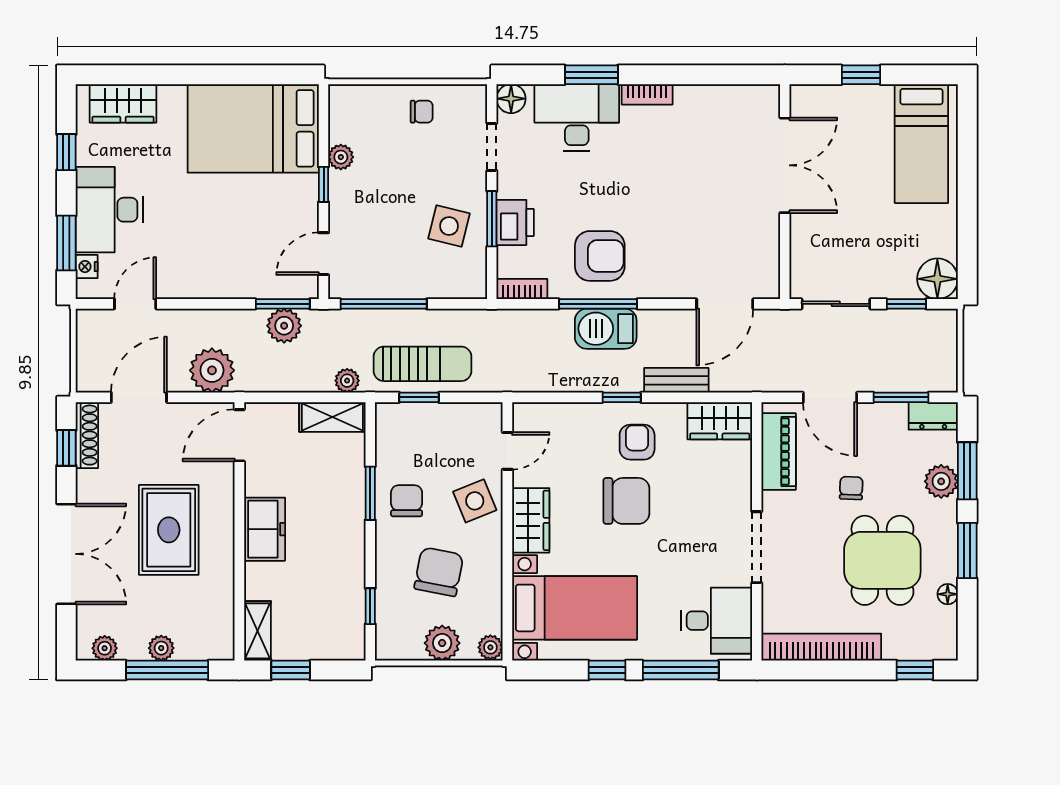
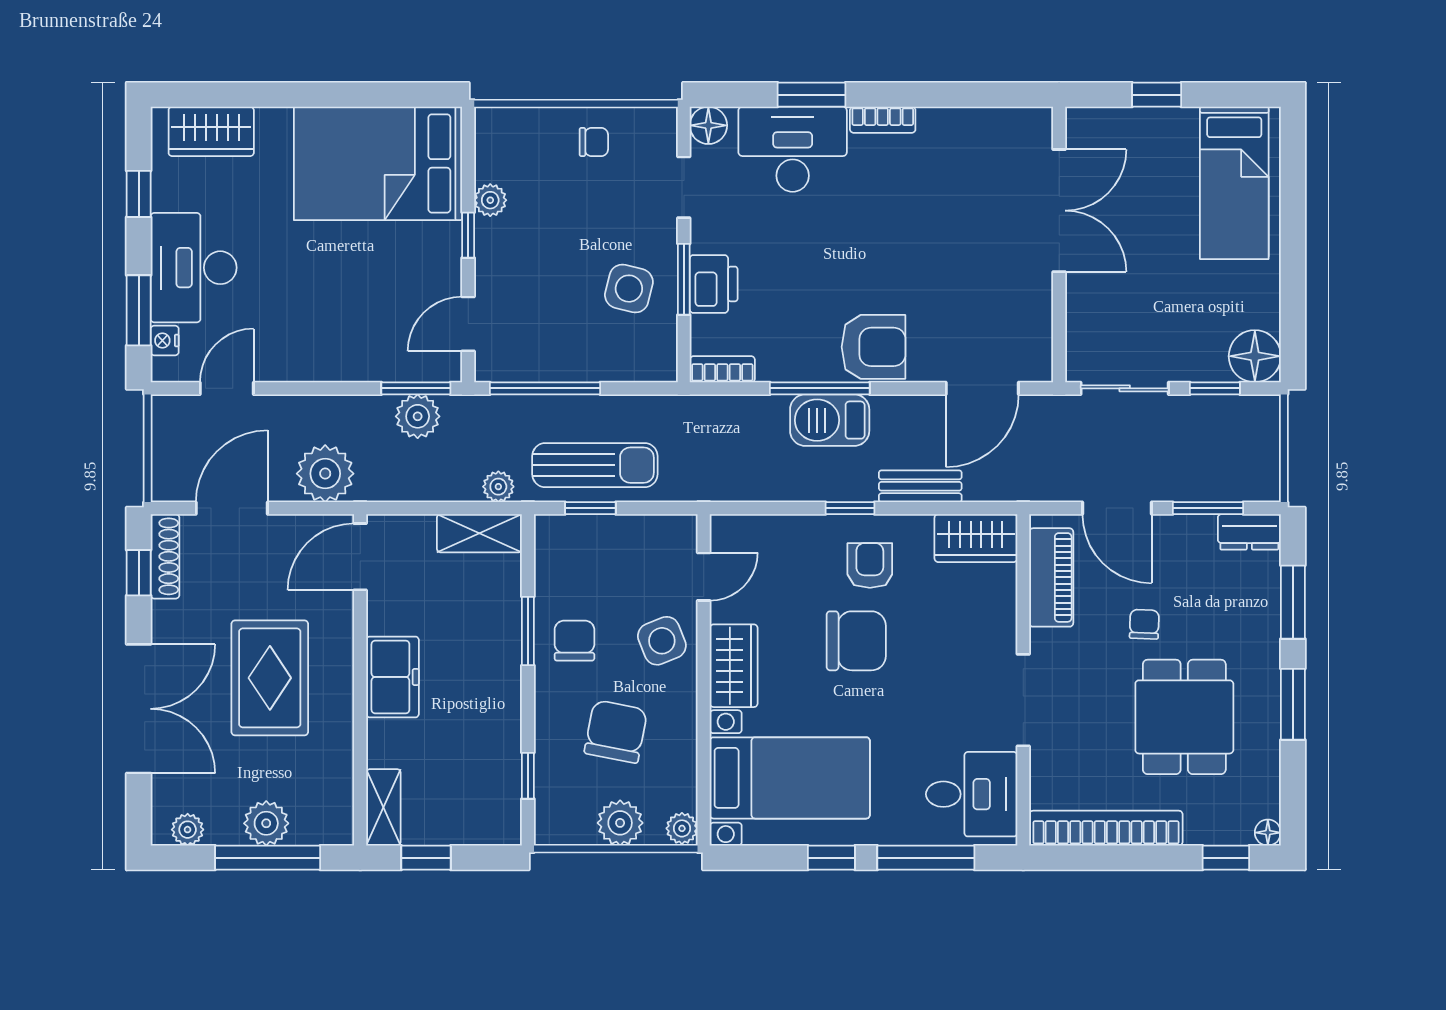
armchair: (600, 256) -> (873, 347), moved
plant: (941, 481) -> (1260, 616), removed
floor lamp: (948, 594) -> (1268, 833), moved
plant: (161, 648) -> (266, 823), width x1.38, depth x1.38

